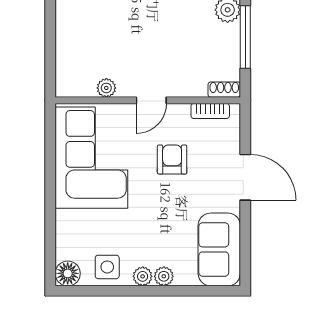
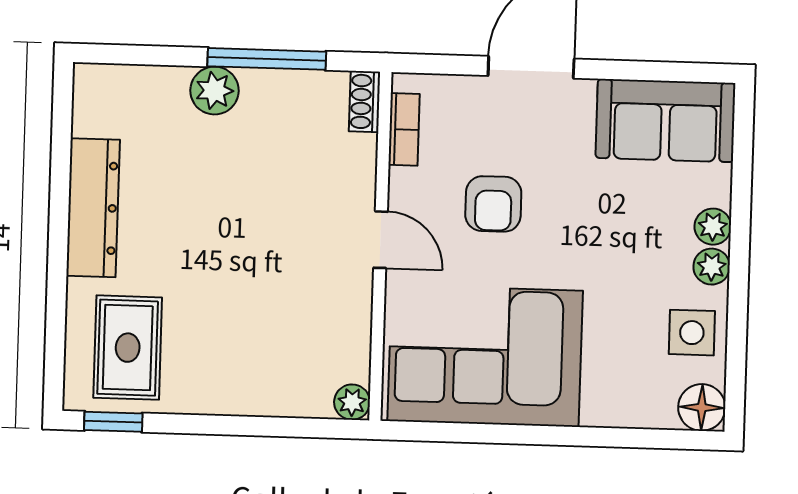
plant: (106, 88) -> (352, 402), moved
armchair: (172, 160) -> (493, 204), turned -90

